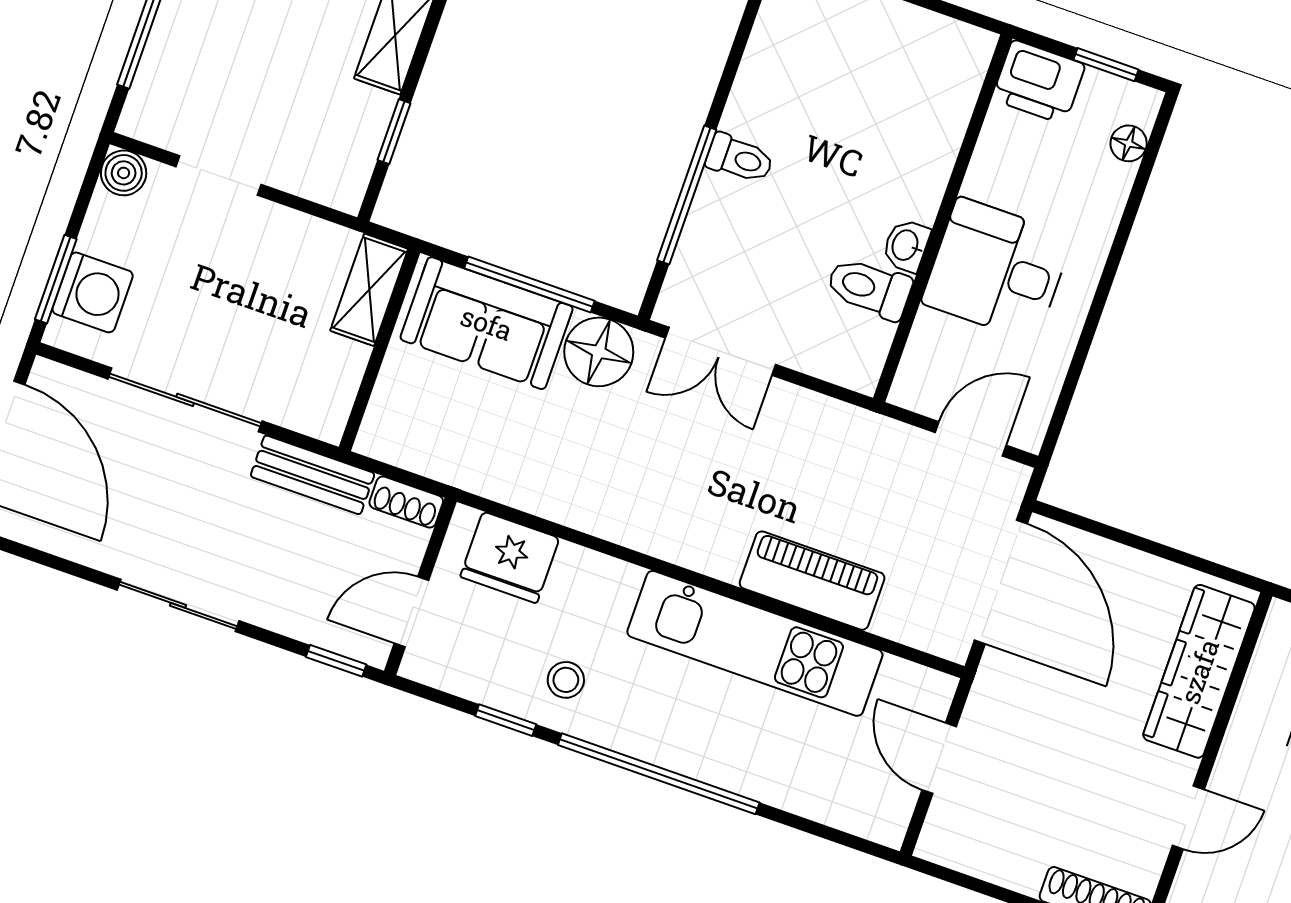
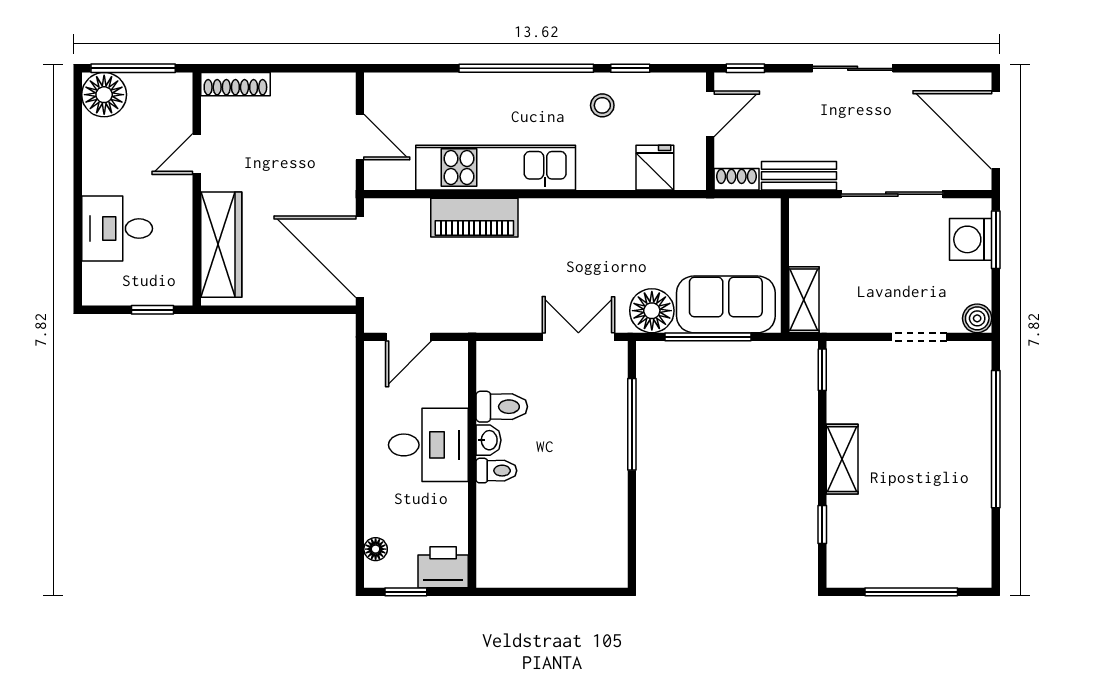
window: (394, 132) -> (822, 370), moved
toilet: (740, 159) -> (496, 471), moved, turned 180
fridge: (510, 557) -> (655, 168), width x0.72

